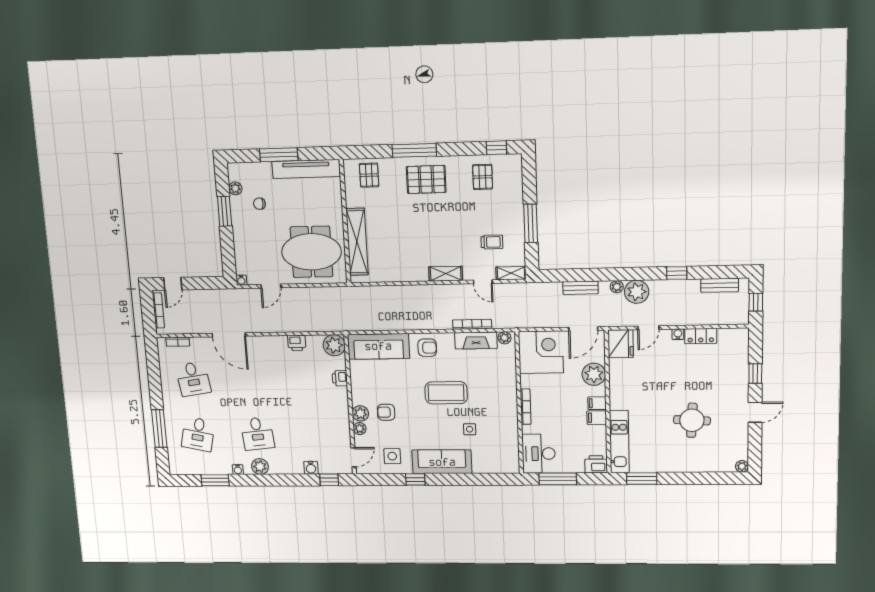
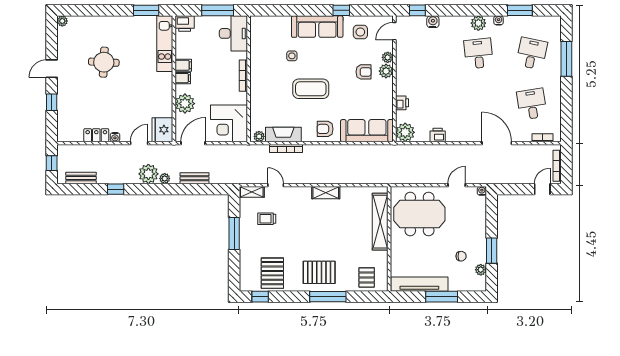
pallet: (483, 177) -> (272, 273), width x1.50, depth x1.42
shelving: (446, 274) -> (326, 193), moved

